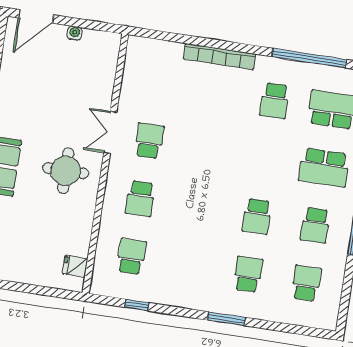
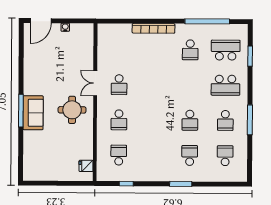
school desk: (149, 141) -> (119, 85), turned 180

